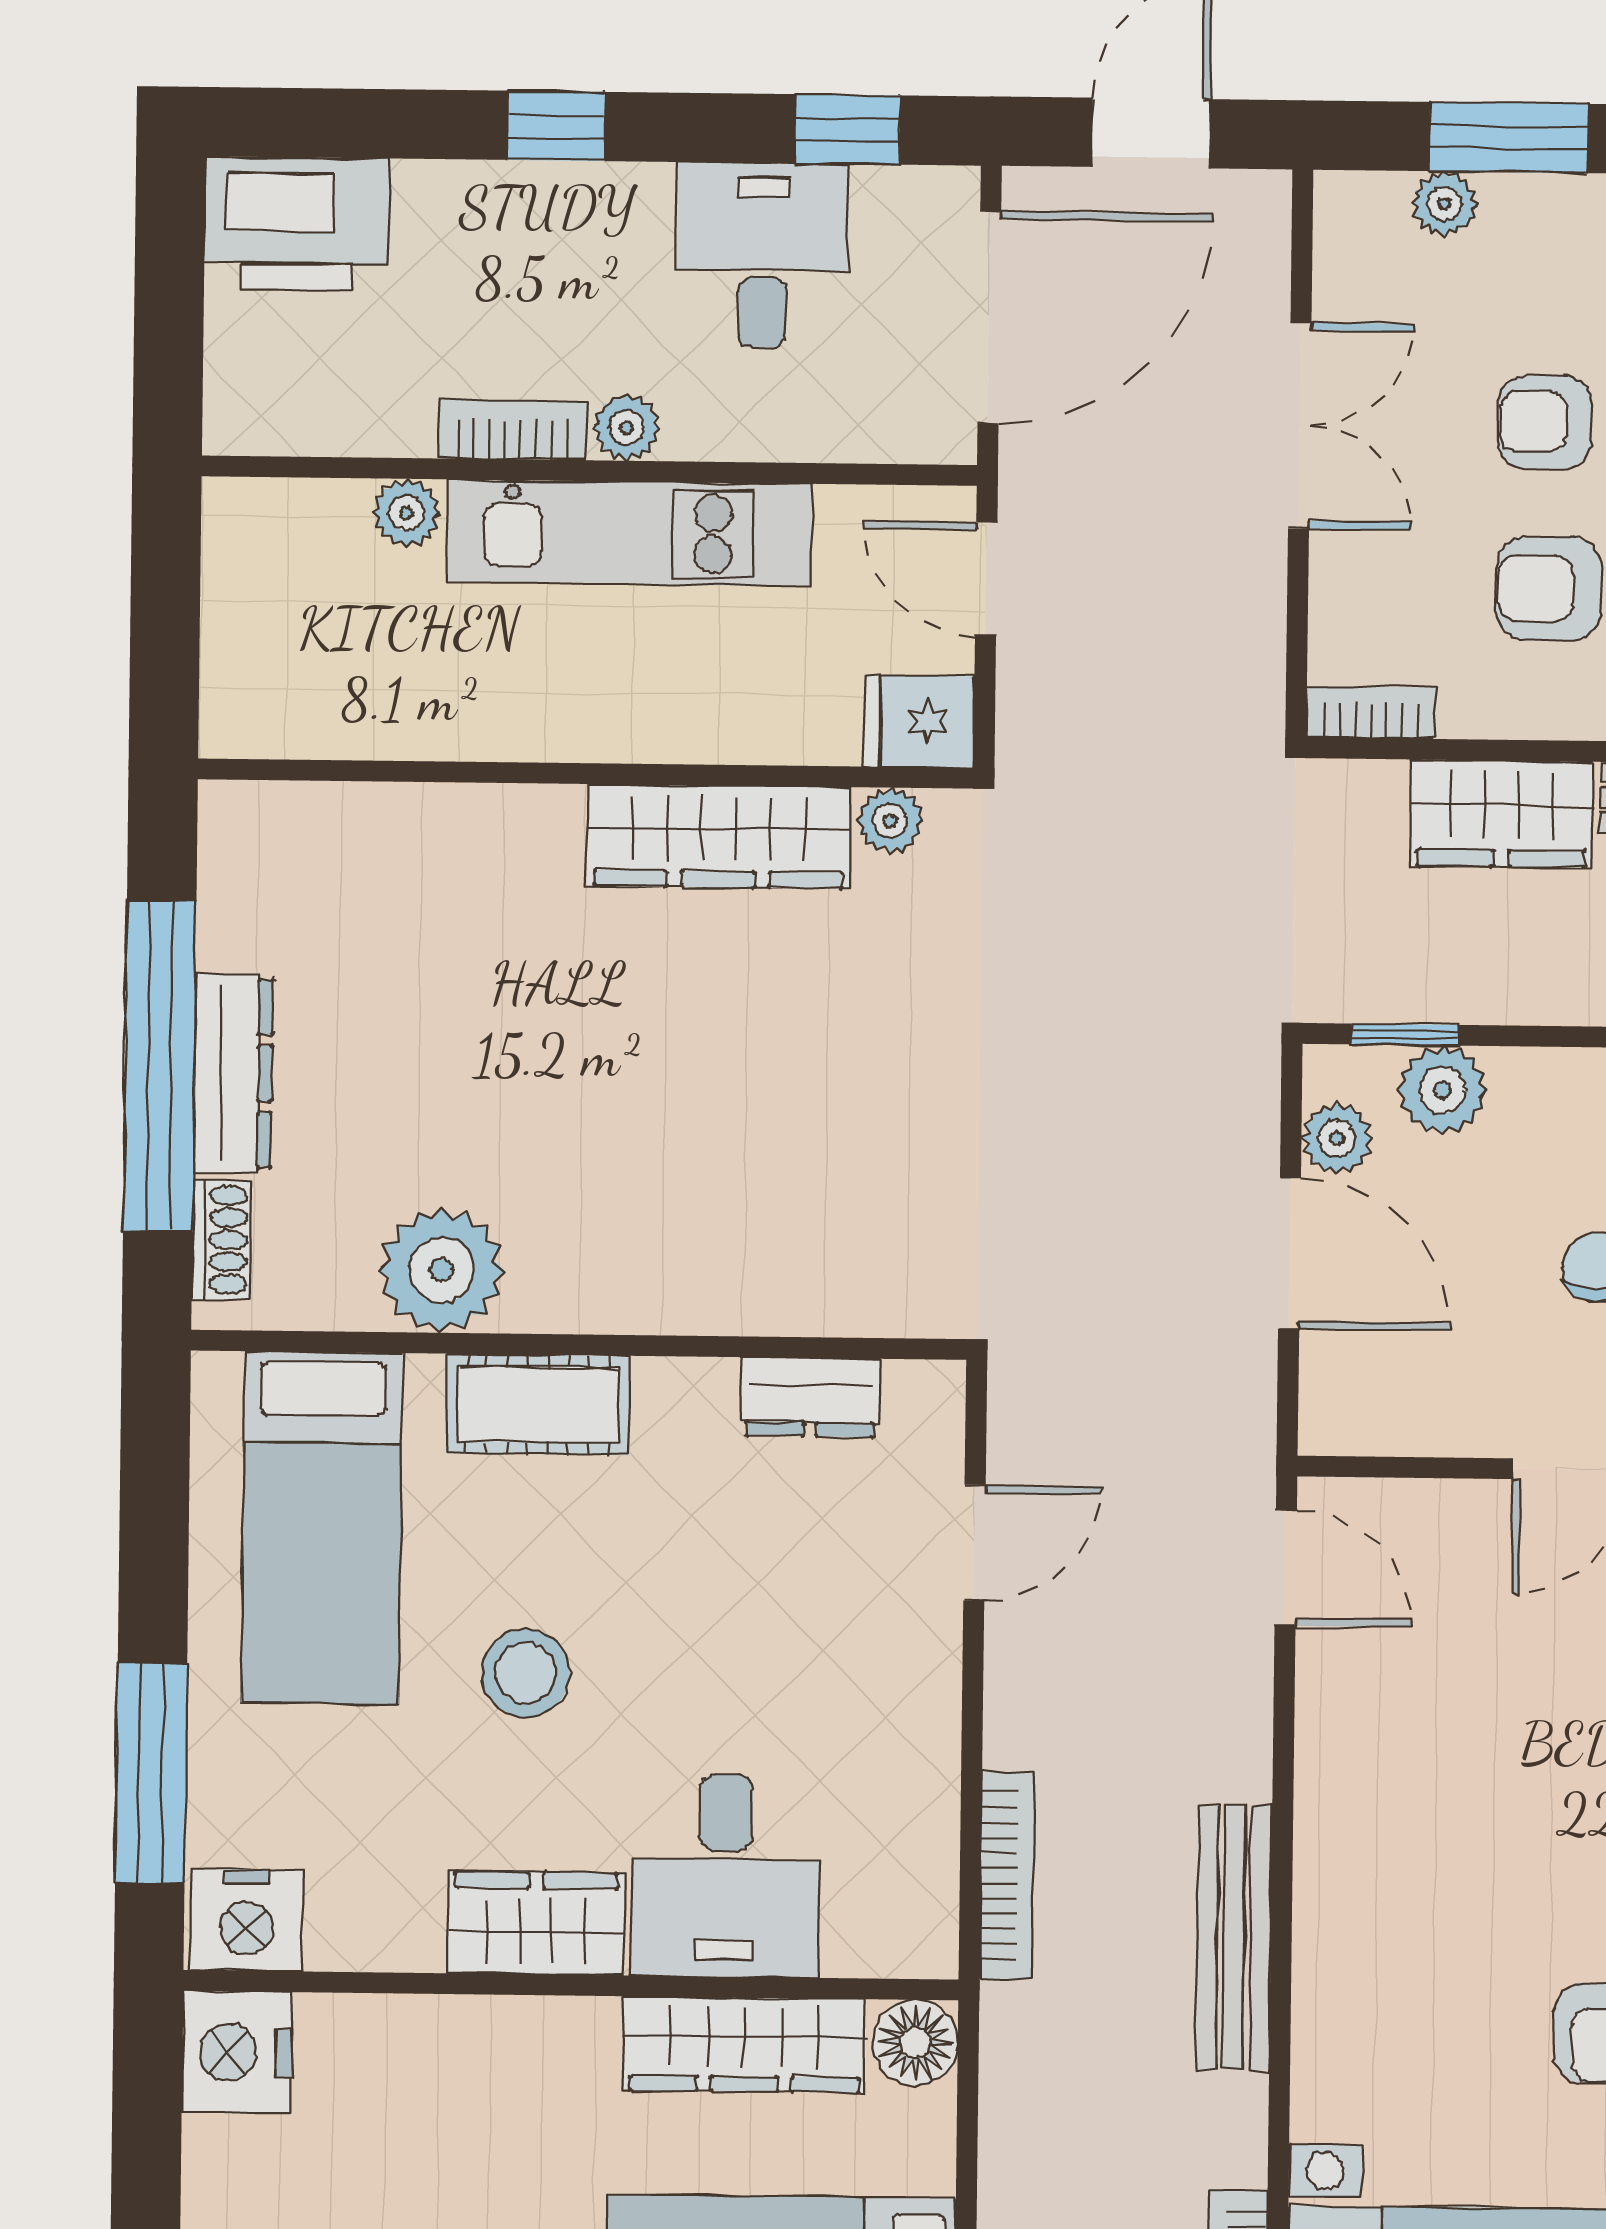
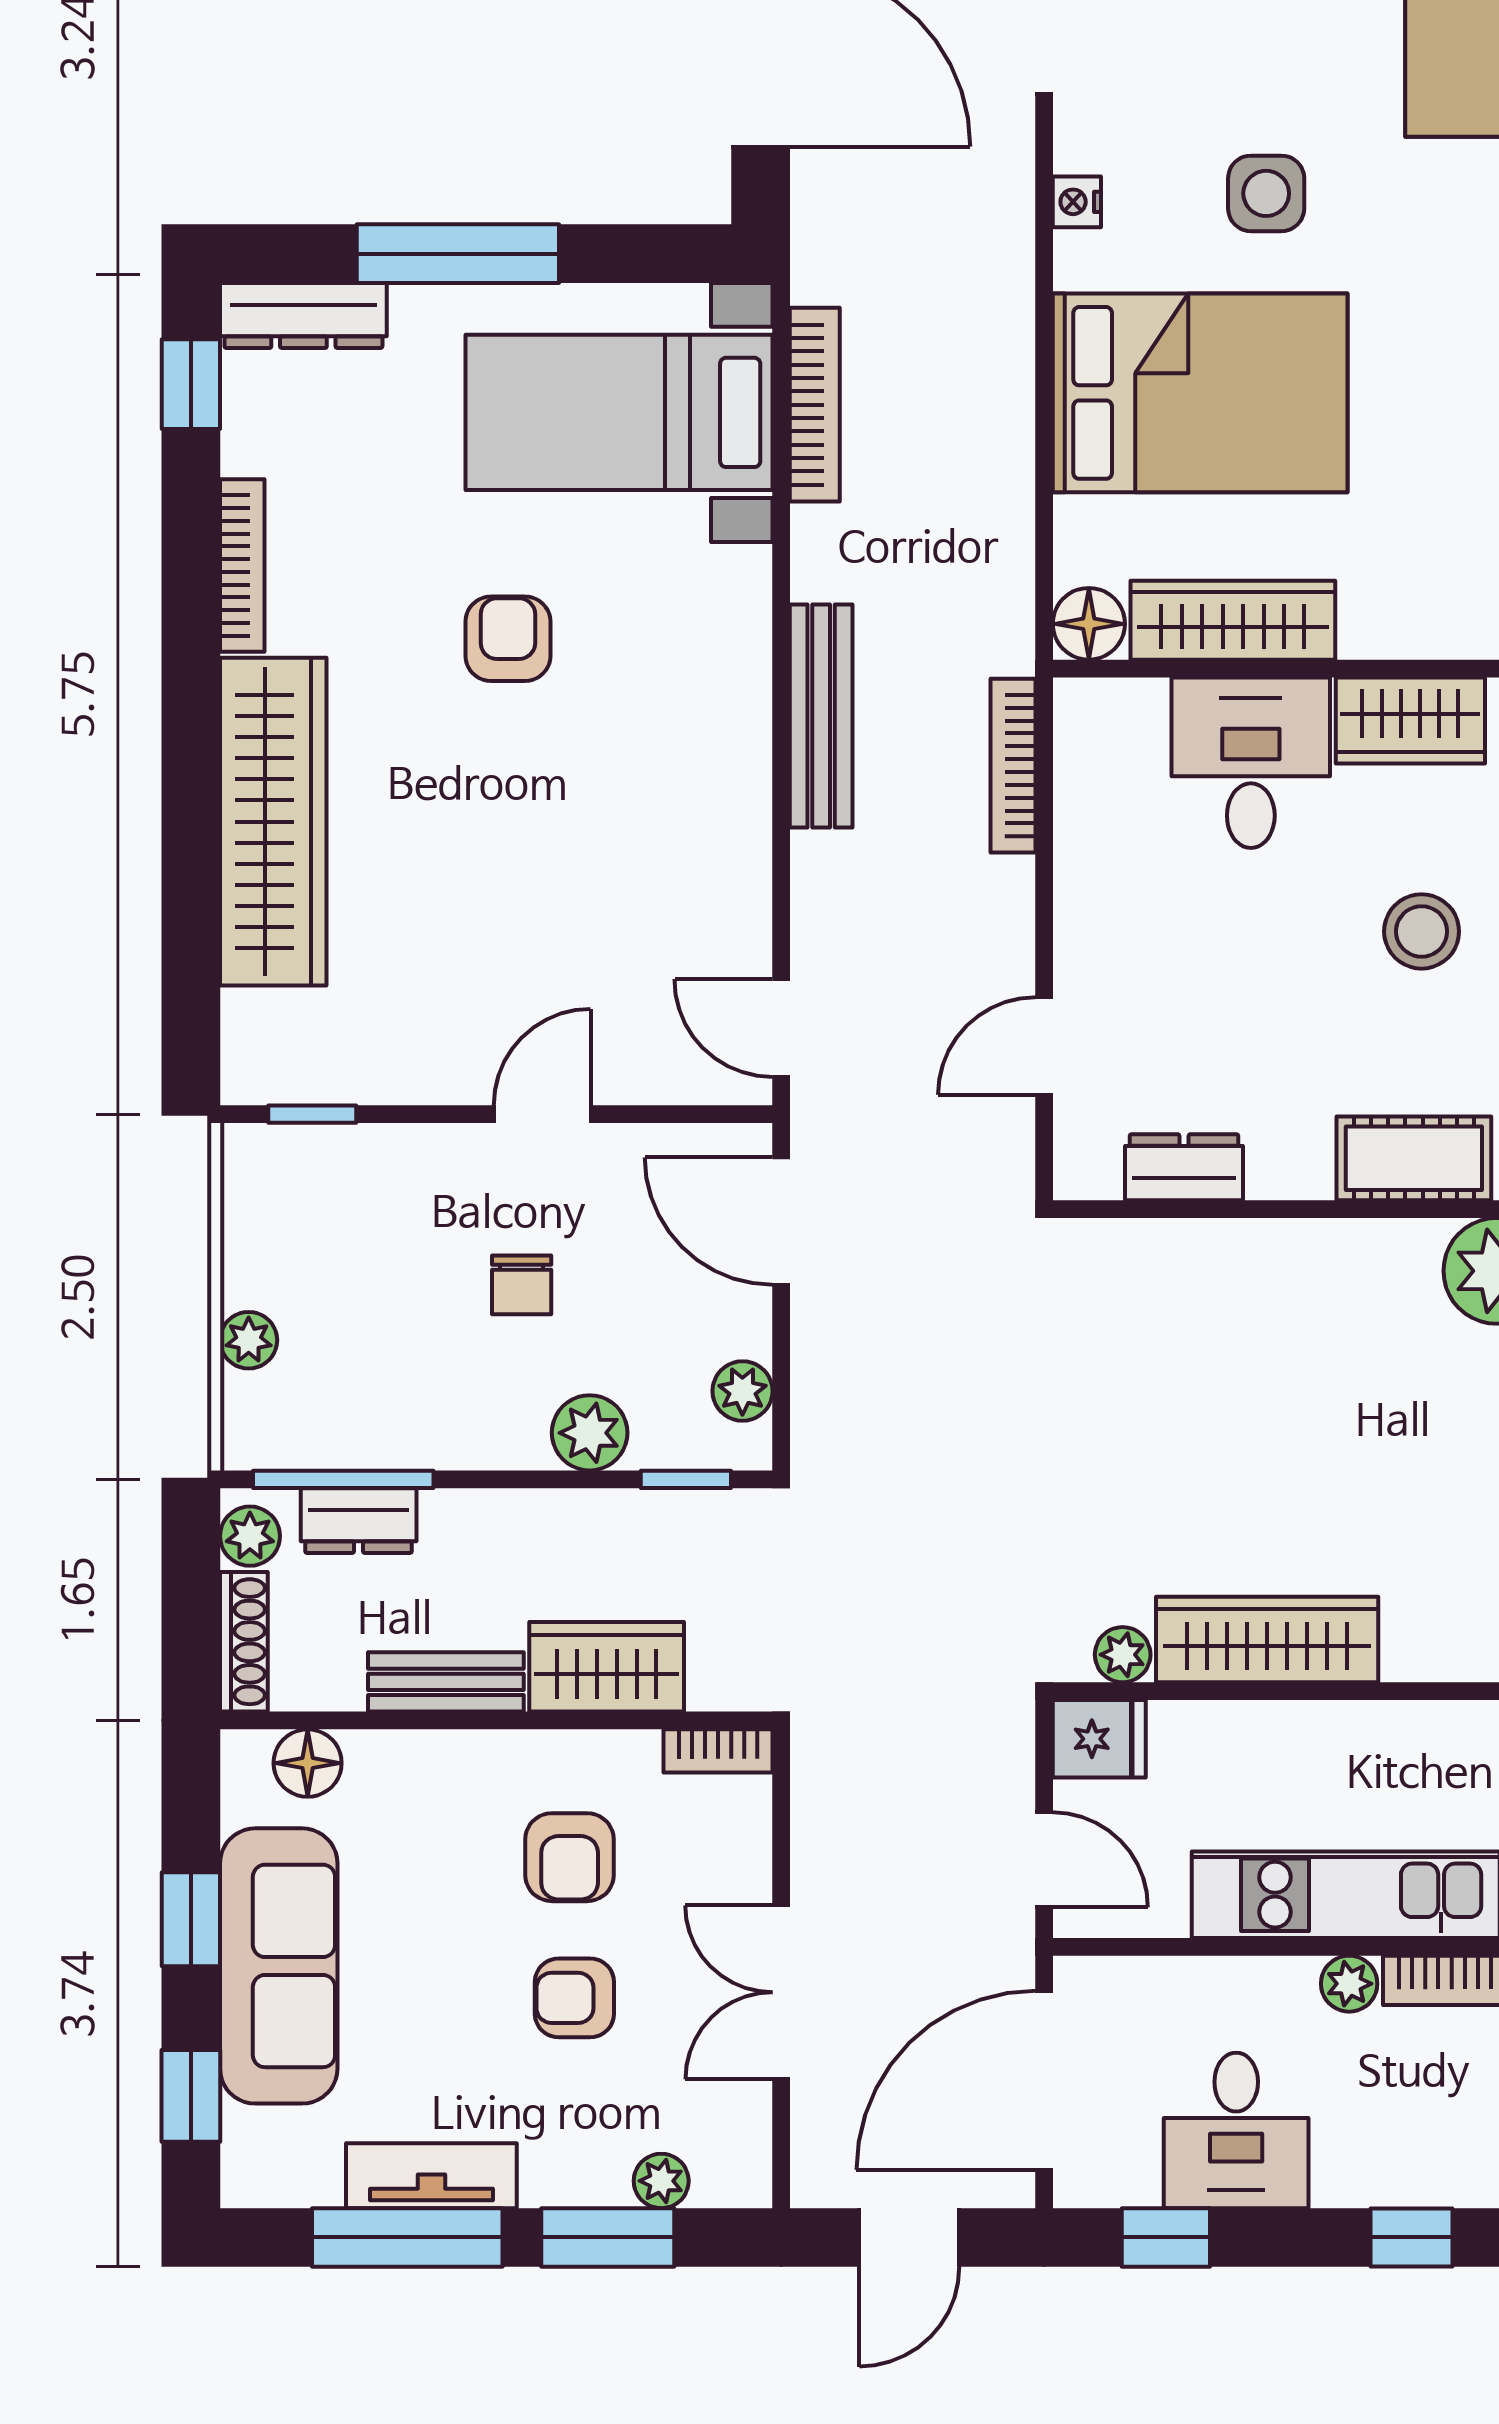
armchair: (1545, 422) -> (574, 1998), turned 180
armchair: (1548, 589) -> (570, 1857), turned 90
plant: (1442, 1090) -> (590, 1433), moved
door: (1290, 1253) -> (781, 1221), moved

